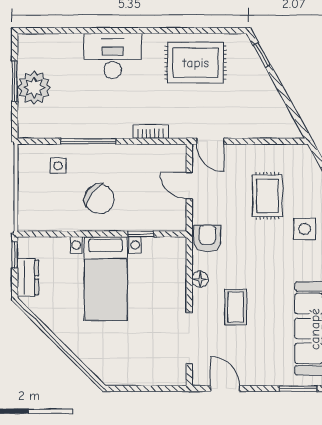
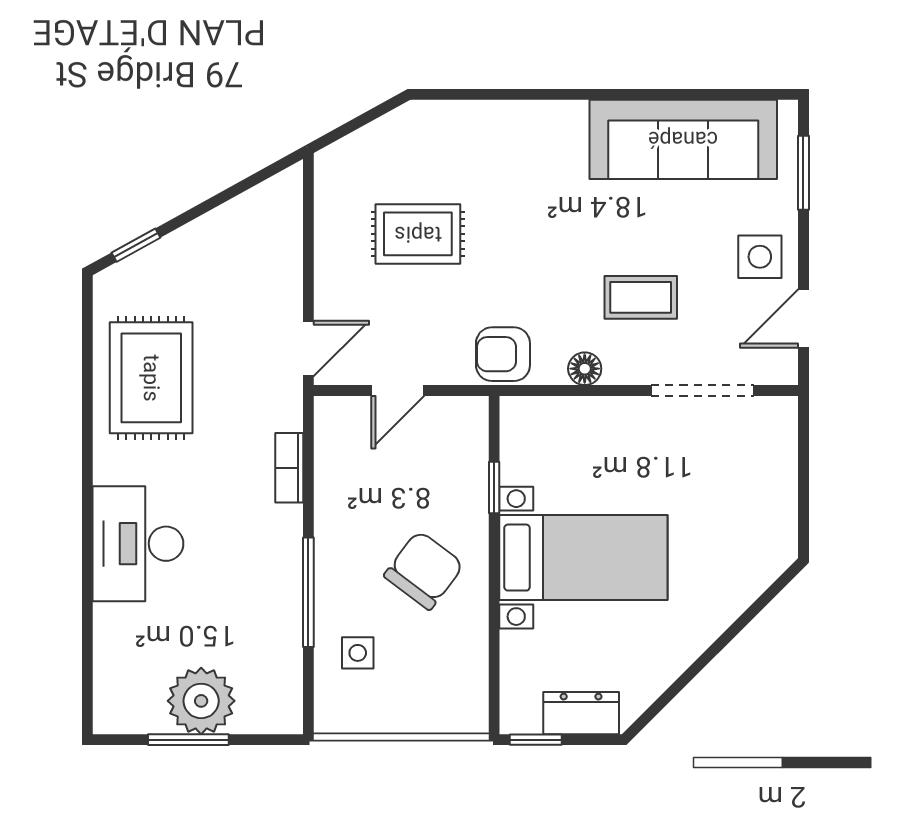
side table: (305, 229) -> (760, 257), moved

